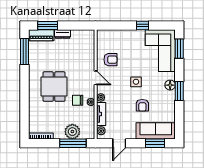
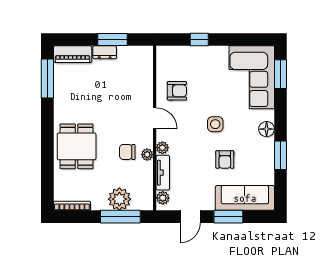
window: (48, 26) -> (113, 39), moved
window: (143, 26) -> (199, 39), moved
dining table: (54, 87) -> (77, 146), moved
window: (179, 91) -> (280, 155), moved
window: (155, 143) -> (228, 217), moved

